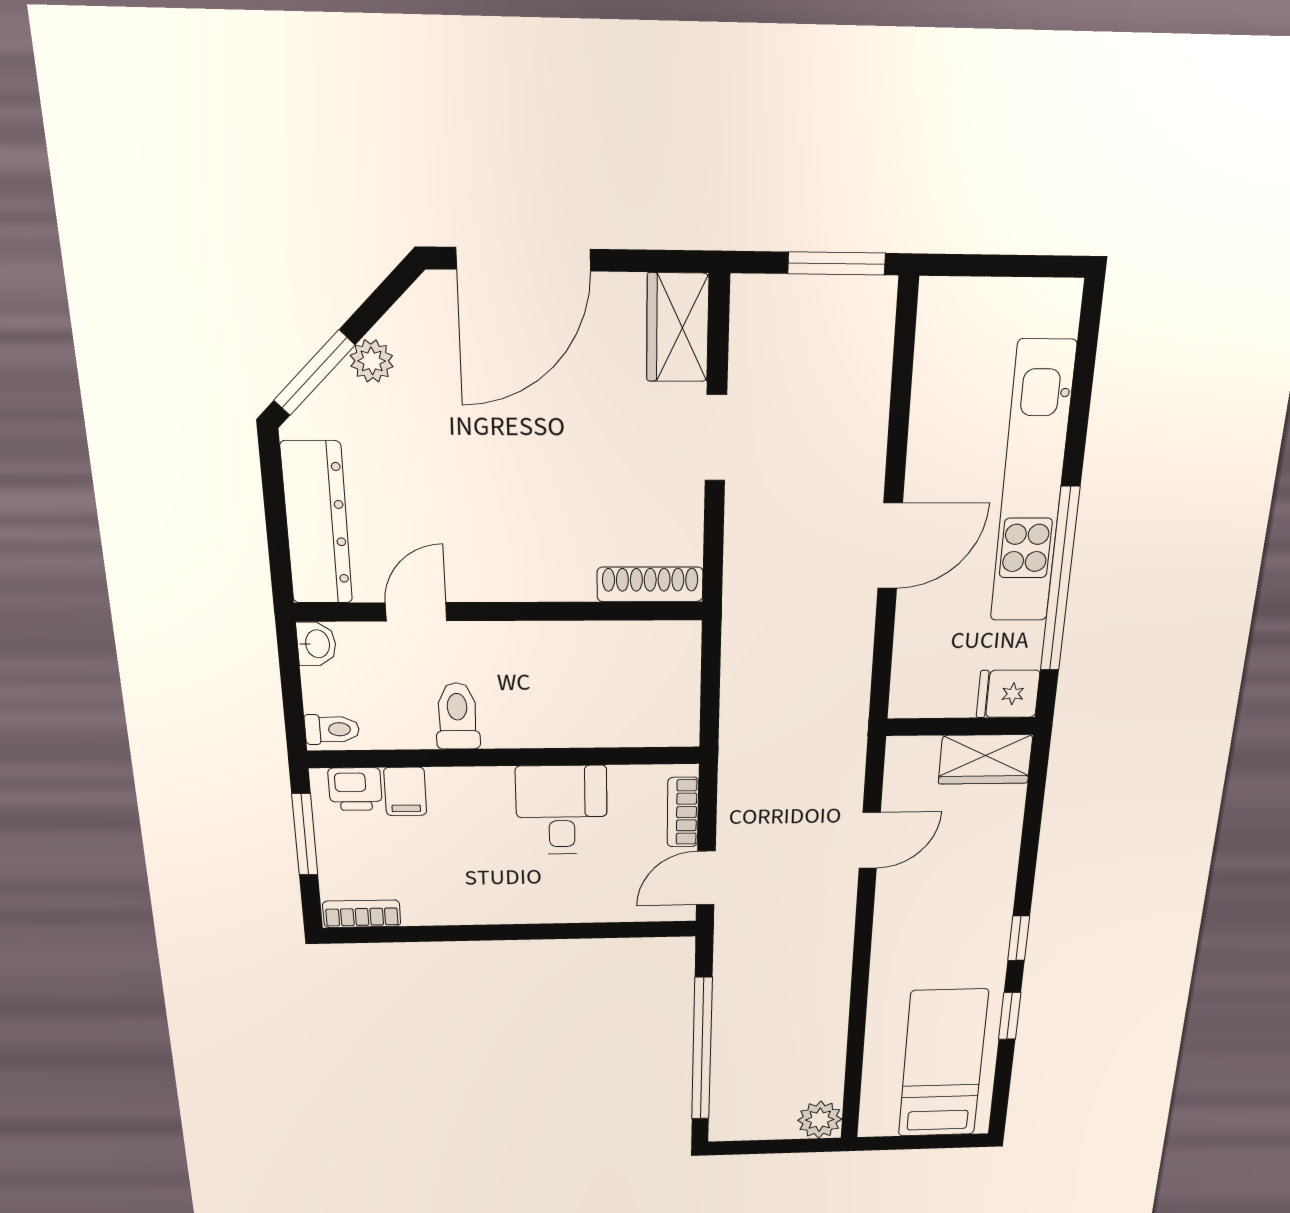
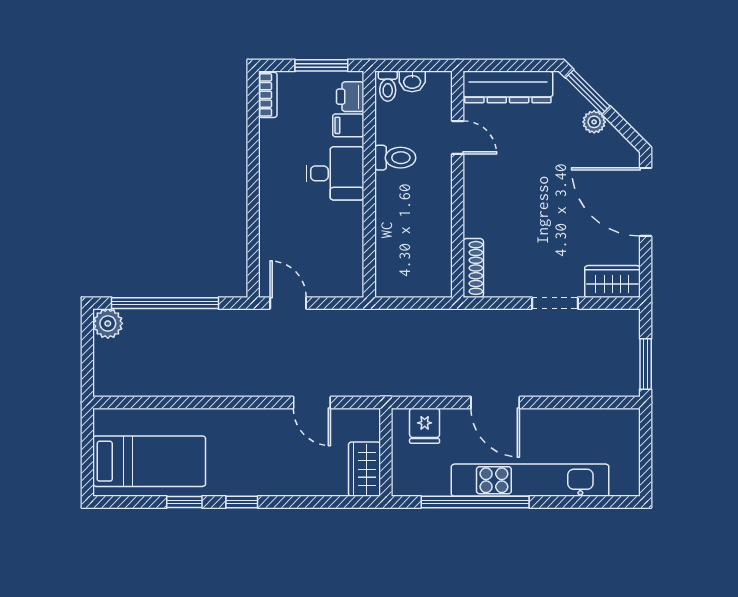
washbasin: (316, 644) -> (412, 81), moved
fridge: (1008, 694) -> (425, 426), moved, turned 180
desk: (562, 810) -> (335, 173), moved
bookcase: (683, 812) -> (332, 288), removed
plant: (820, 1120) -> (108, 323), moved

